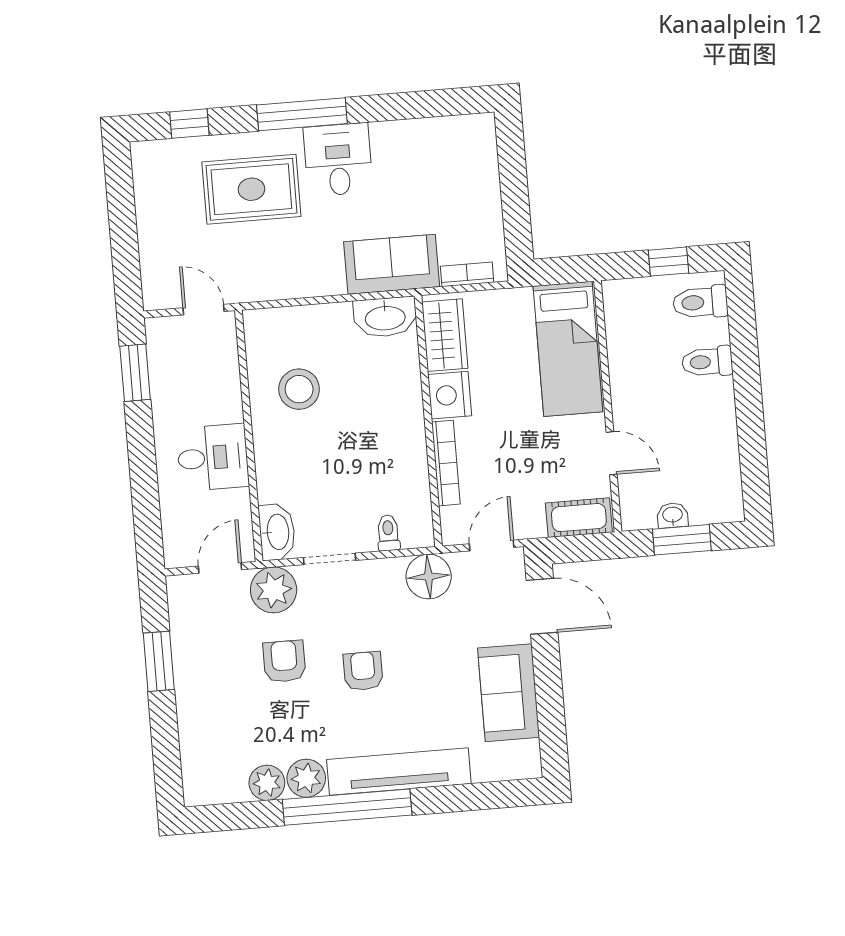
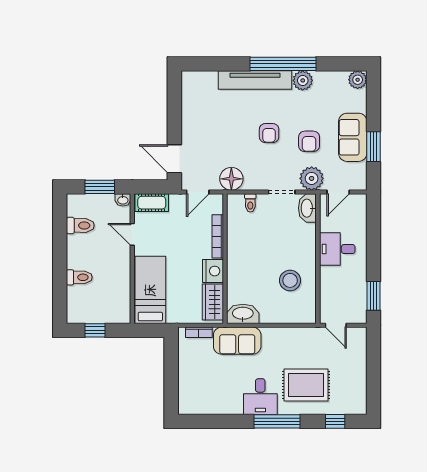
toilet: (700, 302) -> (80, 225), moved
washbasin: (673, 515) -> (123, 200), moved
sofa: (509, 693) -> (353, 137), moved, turned 180
plant: (267, 783) -> (358, 80), moved

